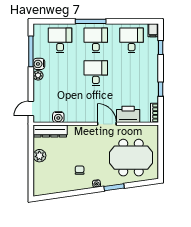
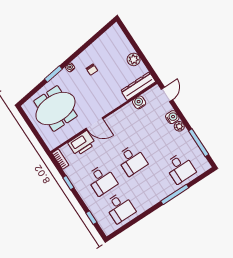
window: (91, 21) -> (175, 194), moved
filing cabinet: (153, 30) -> (107, 228), removed
desk: (96, 40) -> (102, 180), moved
water cooler: (39, 64) -> (172, 117), moved

